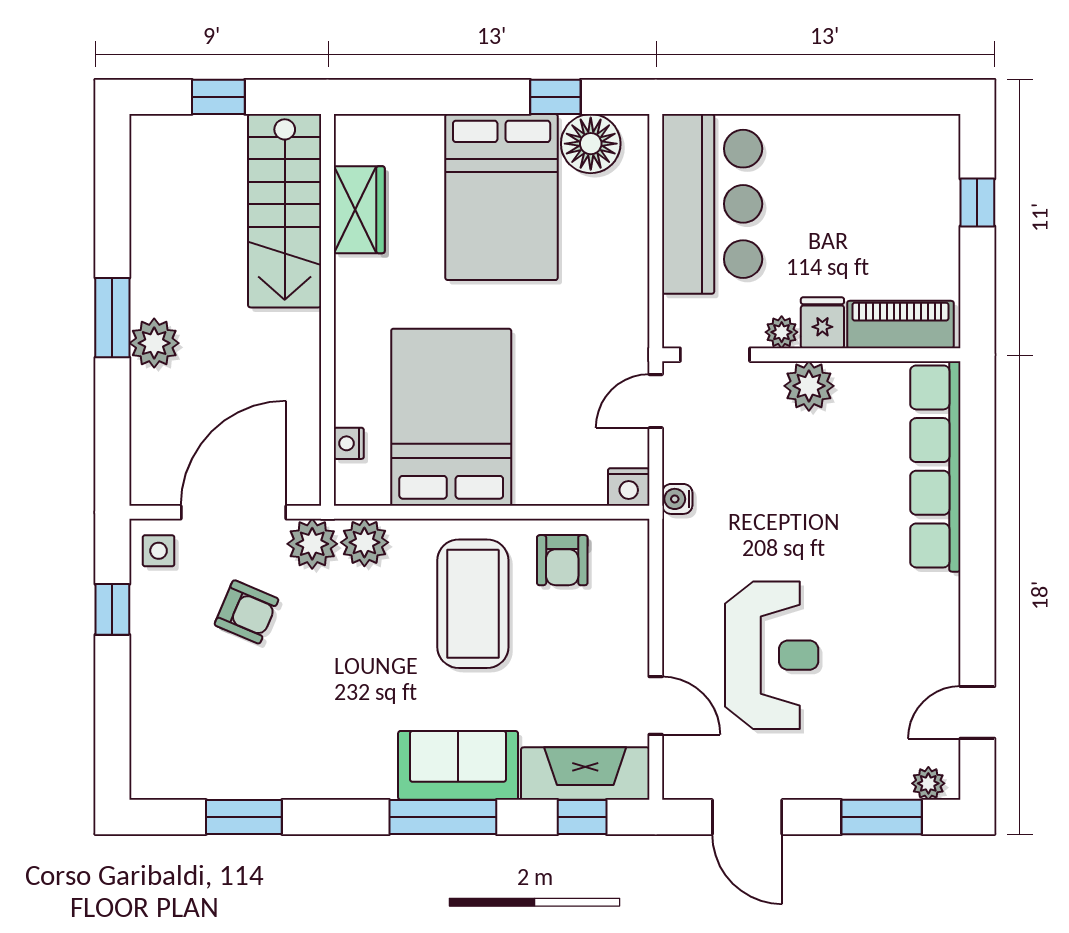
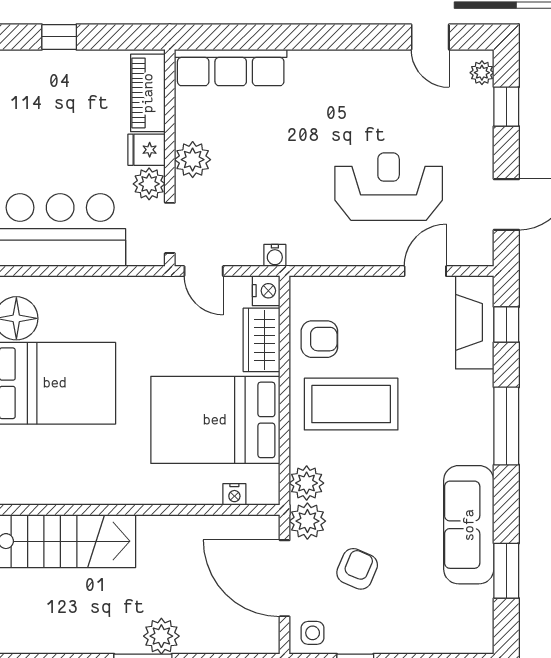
wardrobe: (359, 210) -> (262, 340), moved, turned -90
plant: (782, 332) -> (149, 184), width x1.38, depth x1.38
row of seats: (935, 466) -> (231, 68), width x0.73
sofa: (458, 765) -> (469, 525), moved, width x1.36
window: (882, 817) -> (506, 107), width x0.67

